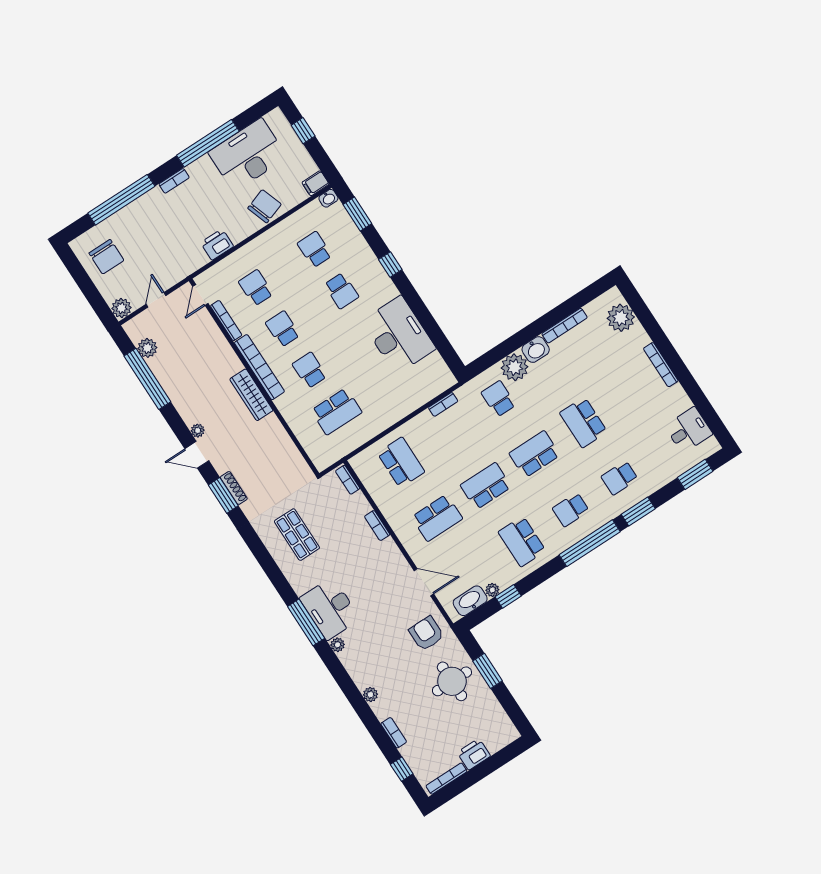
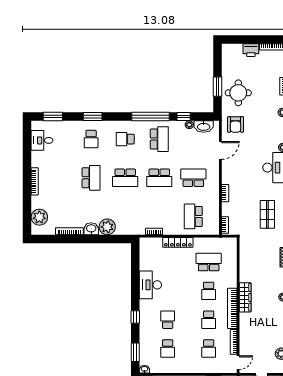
desk: (399, 335) -> (150, 285), width x0.73, depth x0.77
school desk: (498, 399) -> (125, 216), removed
locker: (399, 411) -> (178, 242), added
school desk: (620, 478) -> (91, 139), turned 90
school desk: (571, 510) -> (125, 139), turned 180
window: (590, 543) -> (150, 117), moved
door: (424, 582) -> (220, 150), swing flipped

